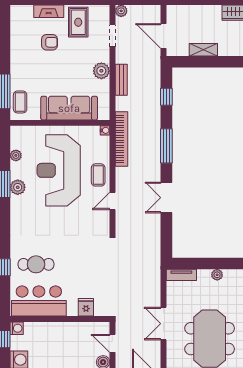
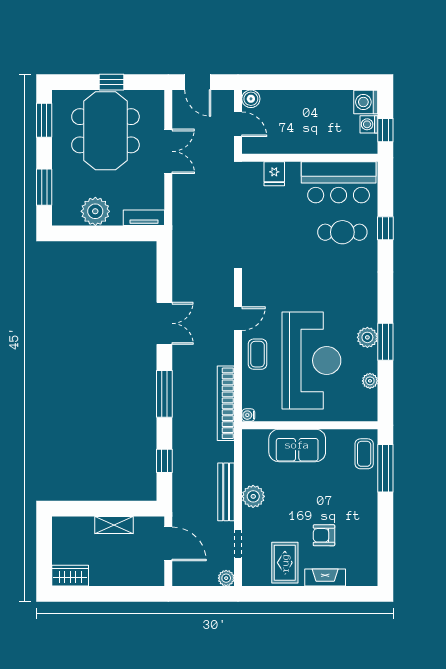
bench: (121, 80) -> (226, 492), width x1.36
sofa: (69, 108) -> (297, 445), width x0.73
plant: (217, 275) -> (95, 211), width x1.88, depth x1.88
washing machine: (17, 328) -> (369, 124), moved

